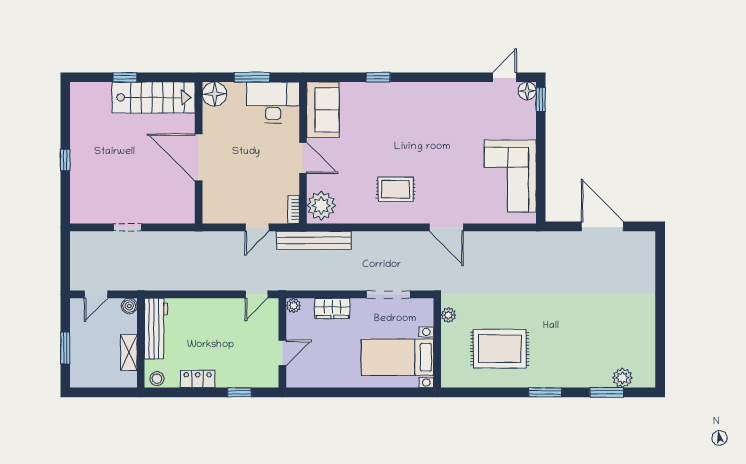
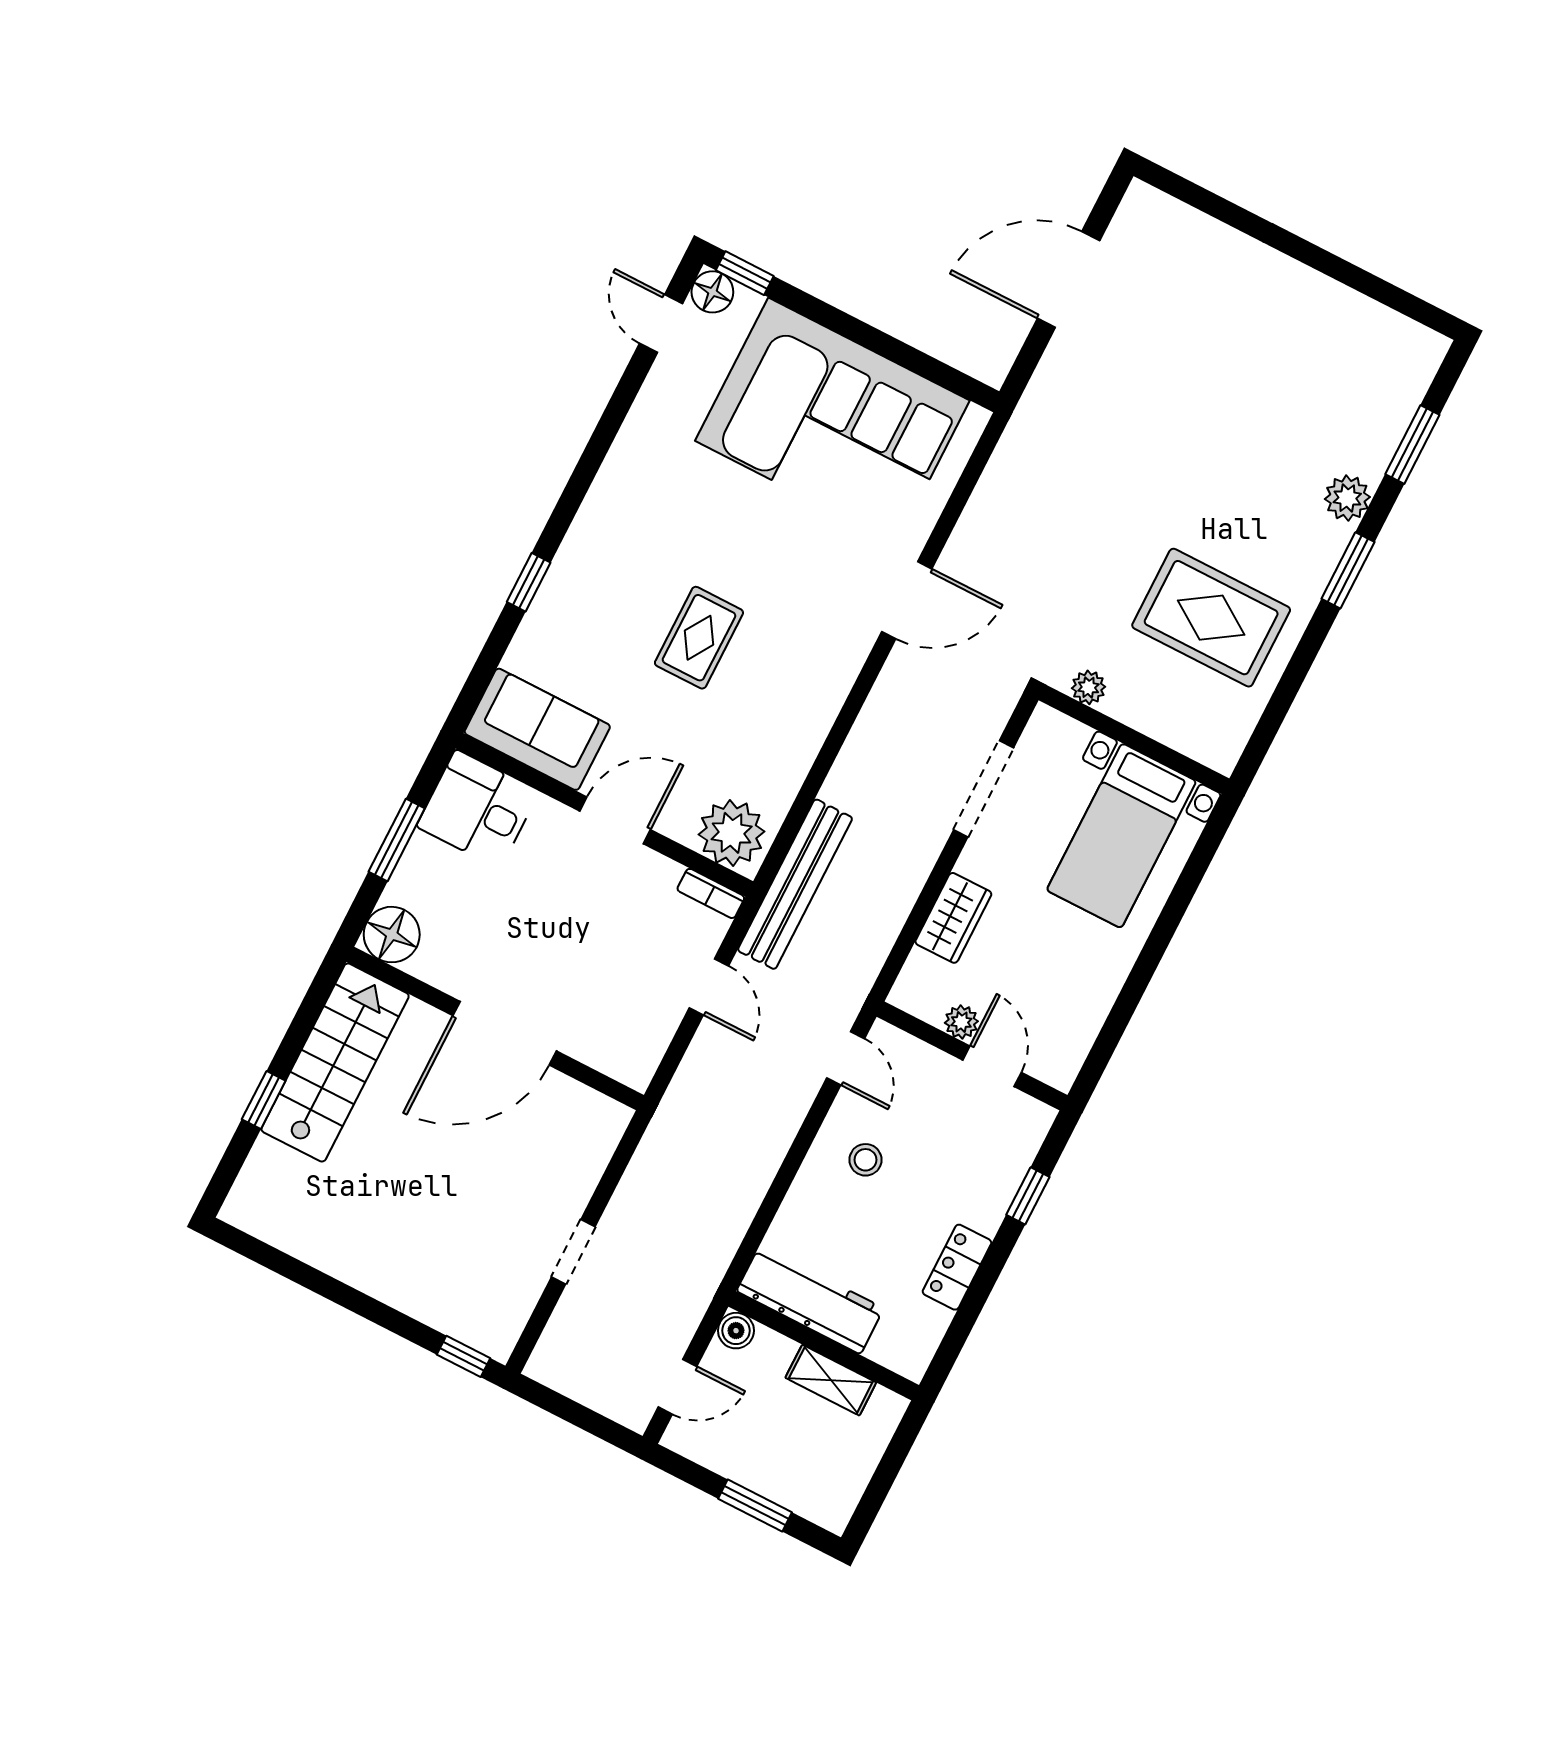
desk: (273, 102) -> (478, 809), width x0.73
window: (65, 160) -> (463, 1356), moved
corner sofa: (510, 176) -> (832, 421), width x1.36, depth x1.36
rug: (396, 189) -> (699, 638), moved
door: (96, 294) -> (678, 1387), hinge flipped
plant: (294, 306) -> (961, 1022), moved
rug: (500, 349) -> (1211, 618), turned 90
plant: (622, 378) -> (1347, 498), moved
stool: (157, 379) -> (866, 1160), moved

